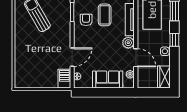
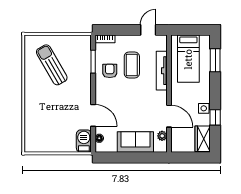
window: (174, 40) -> (215, 117), moved
plant: (128, 43) -> (160, 98), removed
door: (72, 57) -> (93, 115), hinge flipped

